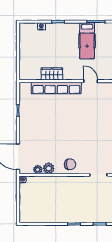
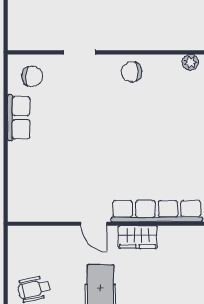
wardrobe: (52, 74) -> (138, 237), moved
plant: (49, 168) -> (171, 64), removed

